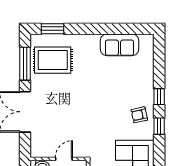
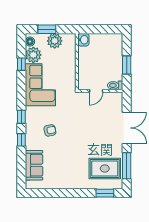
sofa: (119, 45) -> (34, 165), moved, turned 90
armchair: (139, 115) -> (50, 130), moved

